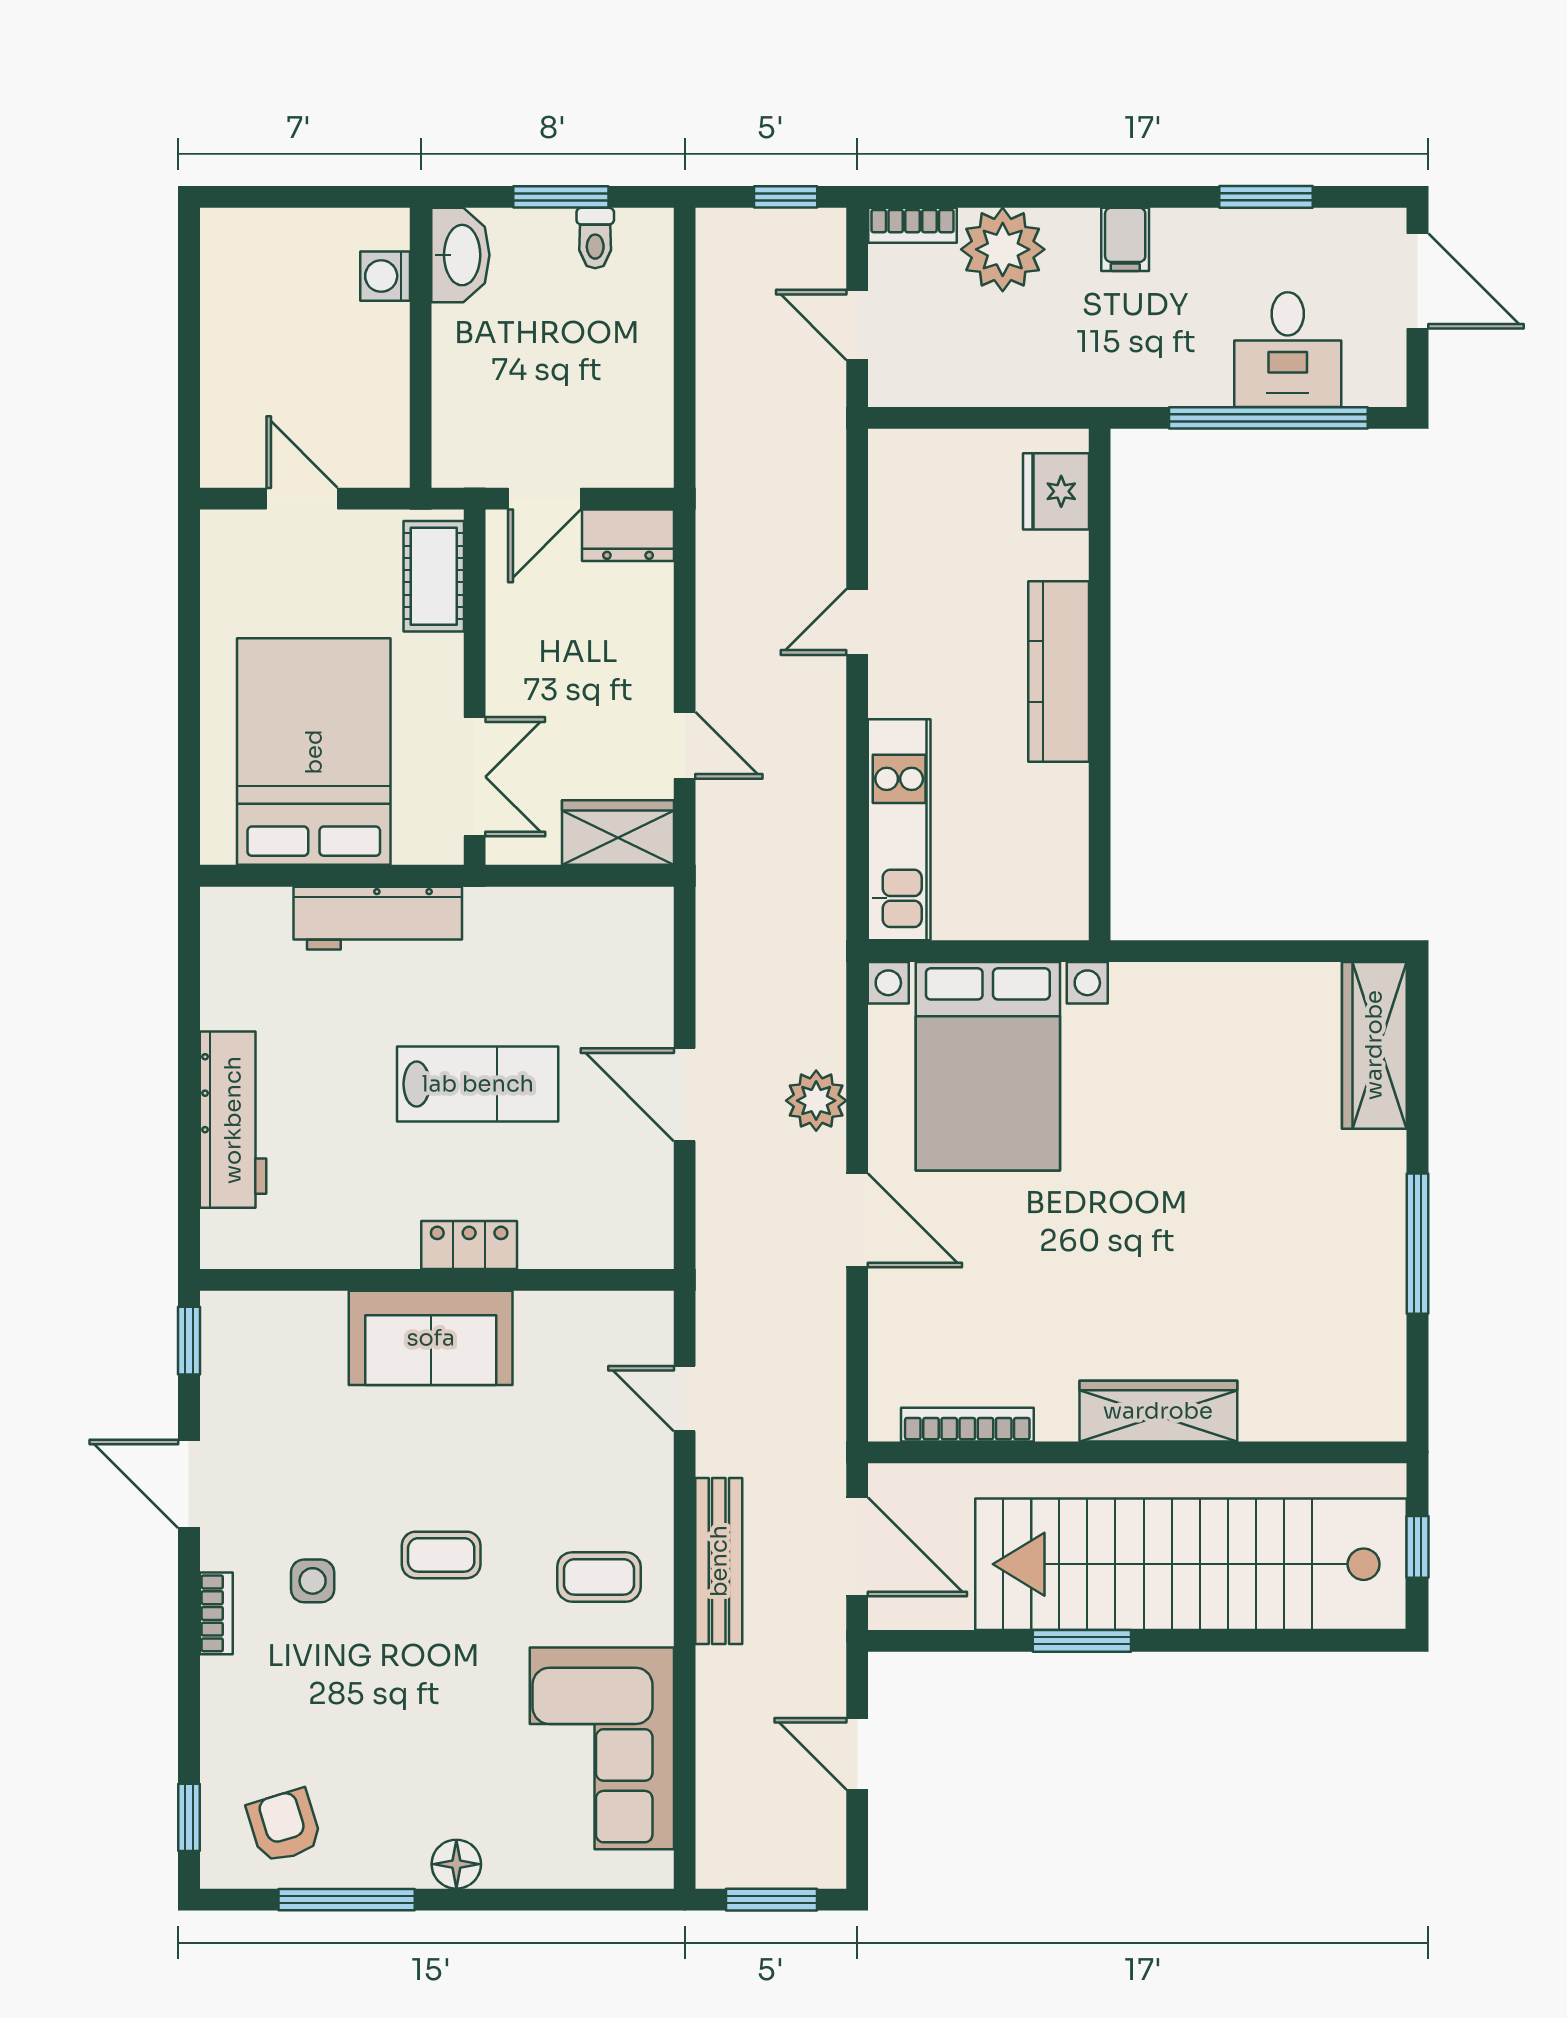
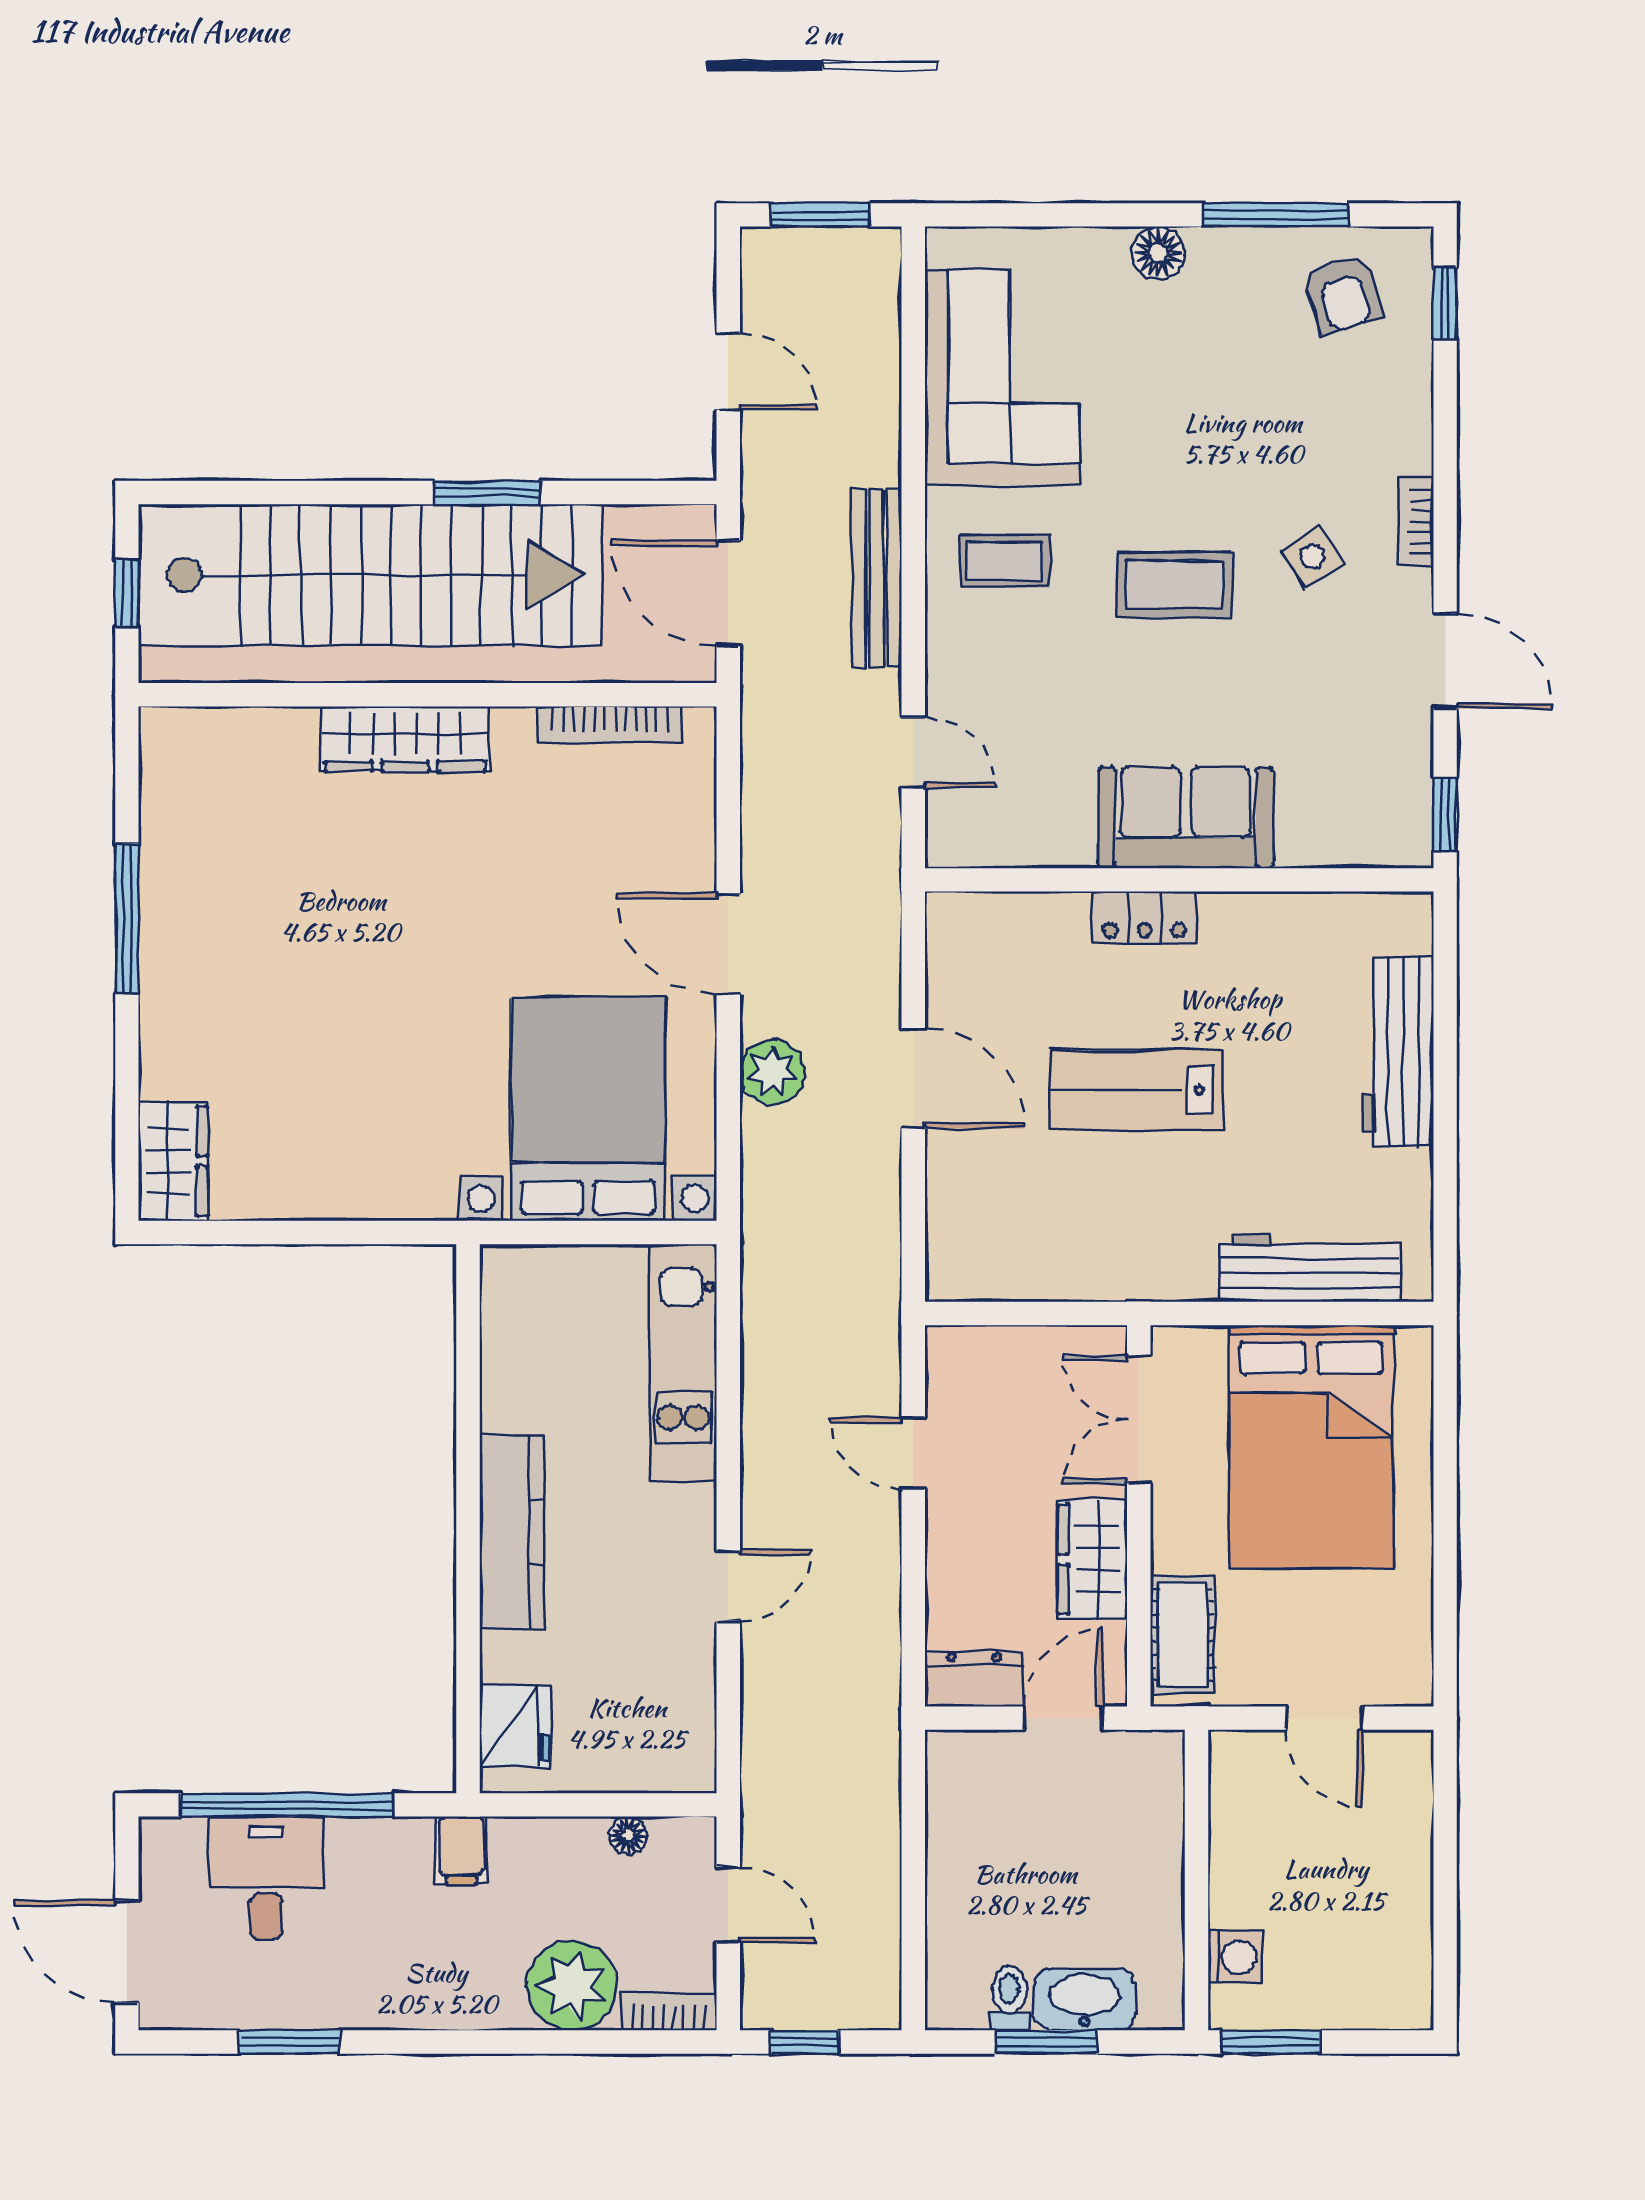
window: (352, 197) -> (1271, 2042), added
filing cabinet: (1125, 239) -> (461, 1850), moved, turned 180
washbasin: (460, 255) -> (1085, 1999), moved, turned 90
floor lamp: (950, 389) -> (628, 1835), added
wardrobe: (618, 833) -> (1092, 1559), moved, turned 90
workbench: (378, 918) -> (1310, 1268), moved
wardrobe: (1374, 1045) -> (173, 1161), width x0.67
coffee table: (441, 1555) -> (1175, 585), width x1.36, depth x1.30
side table: (313, 1581) -> (1313, 557), turned -33

